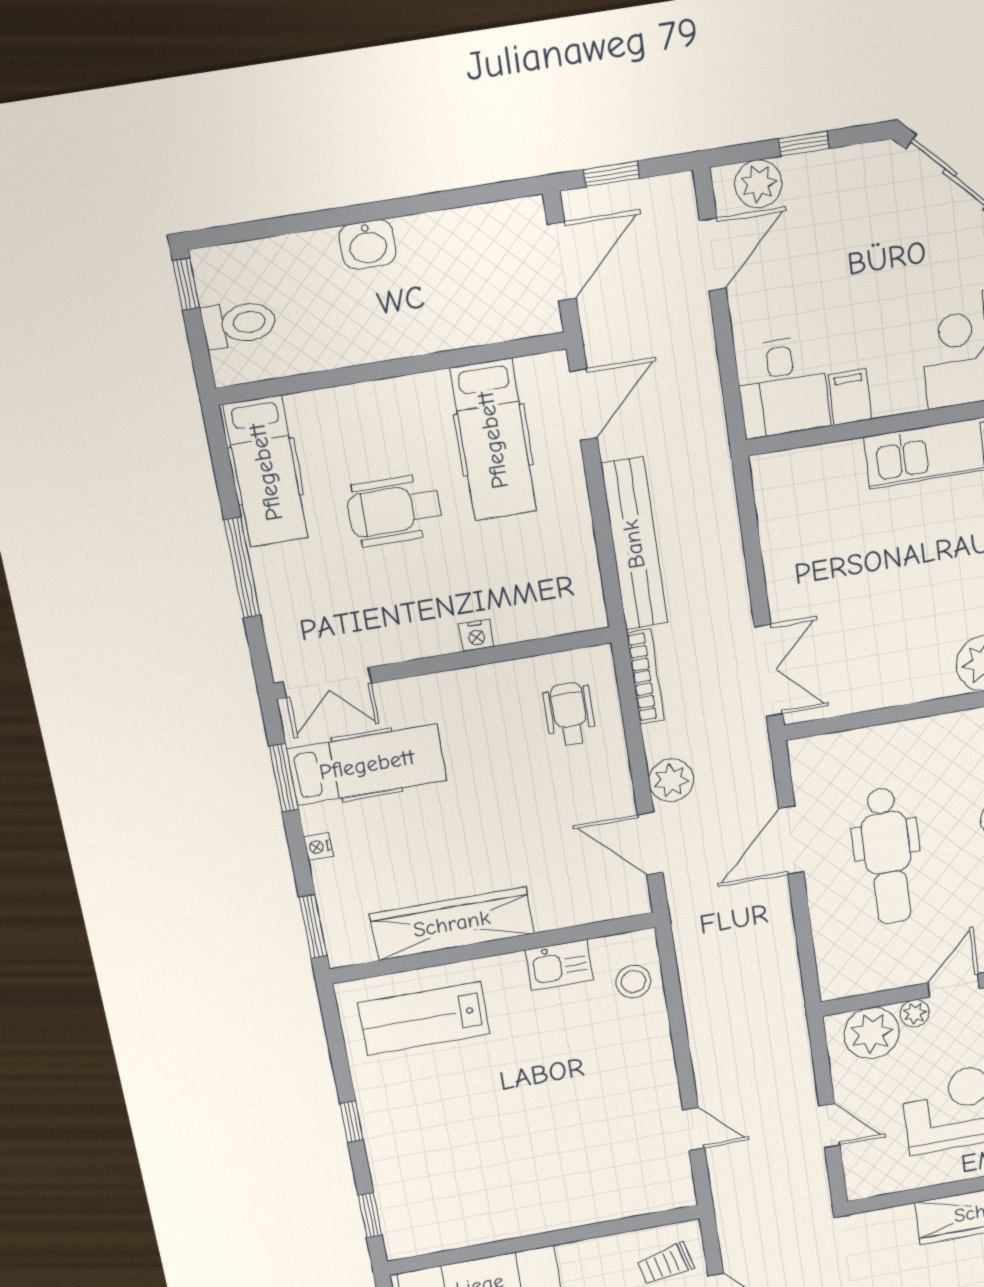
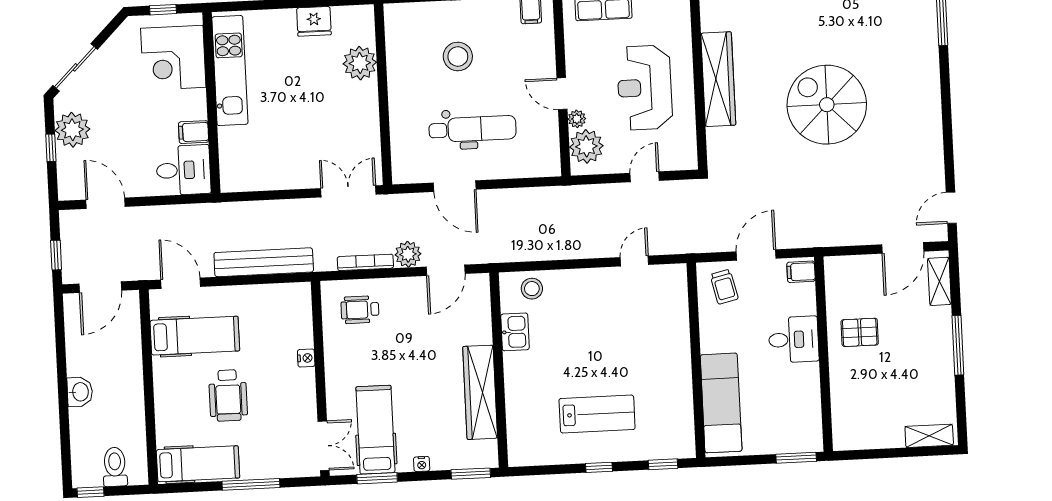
plant: (758, 184) -> (72, 130), moved, width x1.36, depth x1.36
door: (562, 261) -> (100, 287), swing flipped
bookcase: (645, 676) -> (365, 262), moved
lab bench: (424, 1018) -> (597, 414), moved, turned -90

